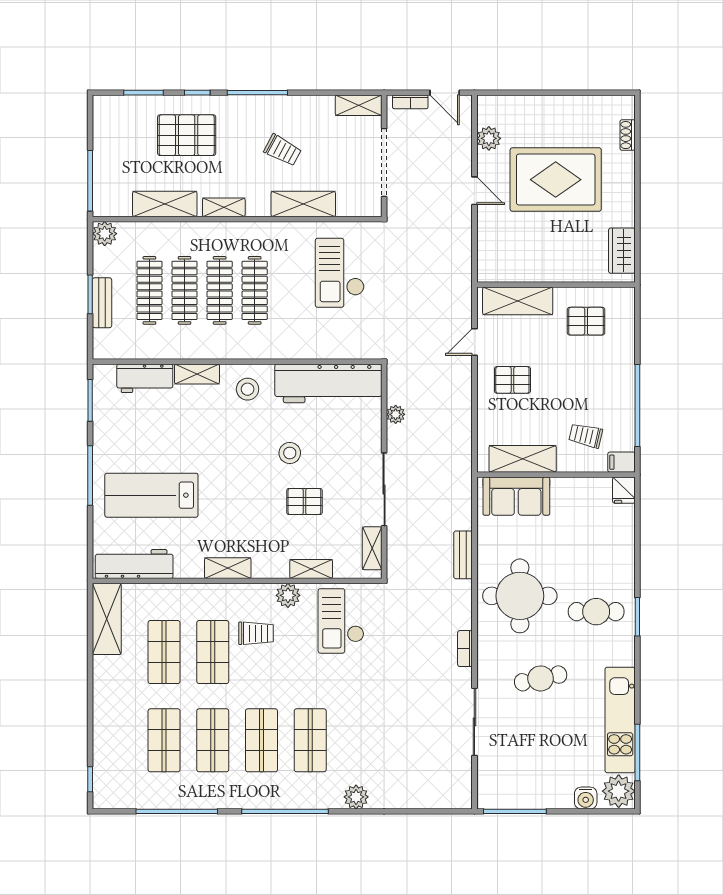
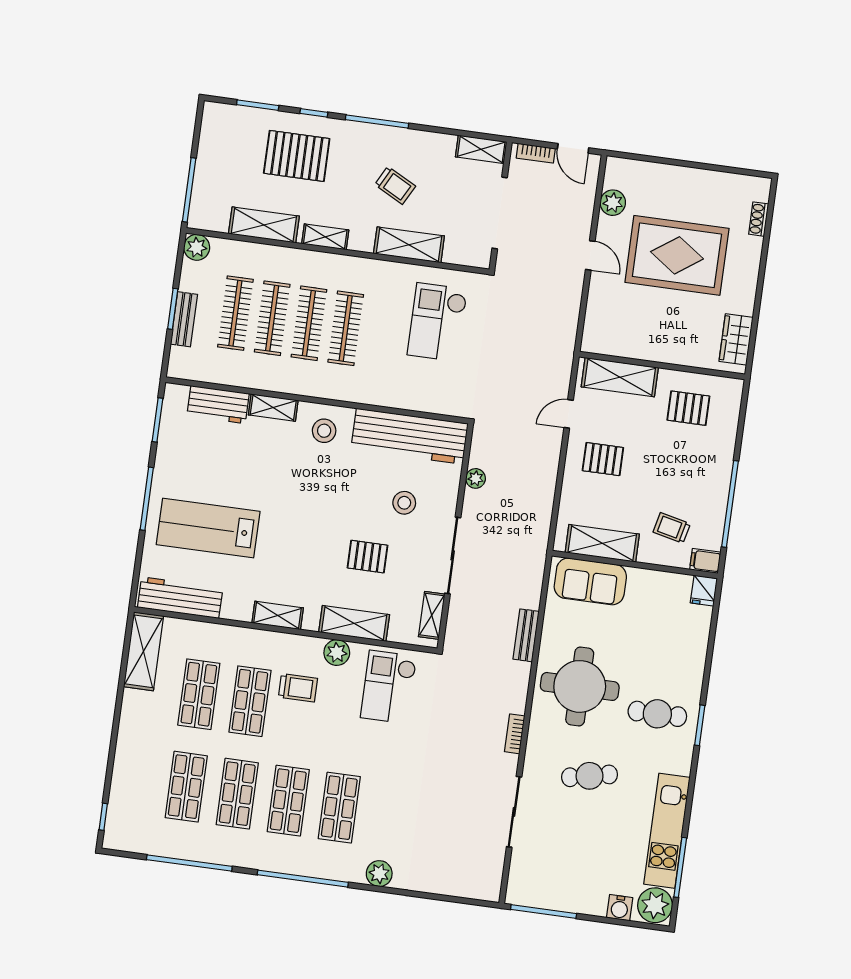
stool: (290, 453) -> (404, 503), moved
shelving: (311, 569) -> (354, 623), width x1.50, depth x1.33

